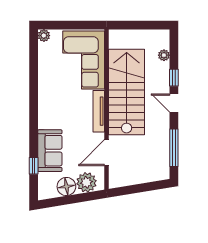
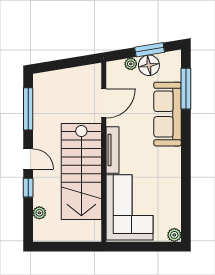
sofa: (50, 151) -> (168, 114), width x1.36
window: (34, 166) -> (186, 89), width x2.17
plant: (86, 182) -> (131, 64), width x0.53, depth x0.53
window: (66, 200) -> (150, 50), added

